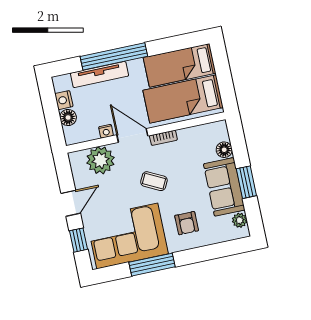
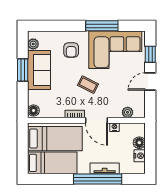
tv unit: (99, 75) -> (105, 168), width x0.71
floor lamp: (224, 150) -> (33, 110), moved
plant: (100, 160) -> (128, 112), width x0.53, depth x0.53
armchair: (187, 223) -> (71, 50), turned 180

